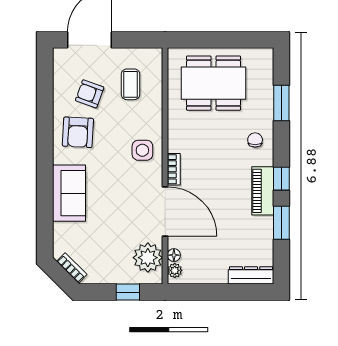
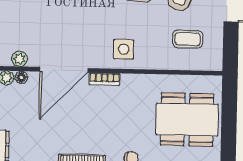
dining table: (214, 83) -> (187, 120), turned 90
plant: (148, 258) -> (19, 59), width x0.53, depth x0.53

